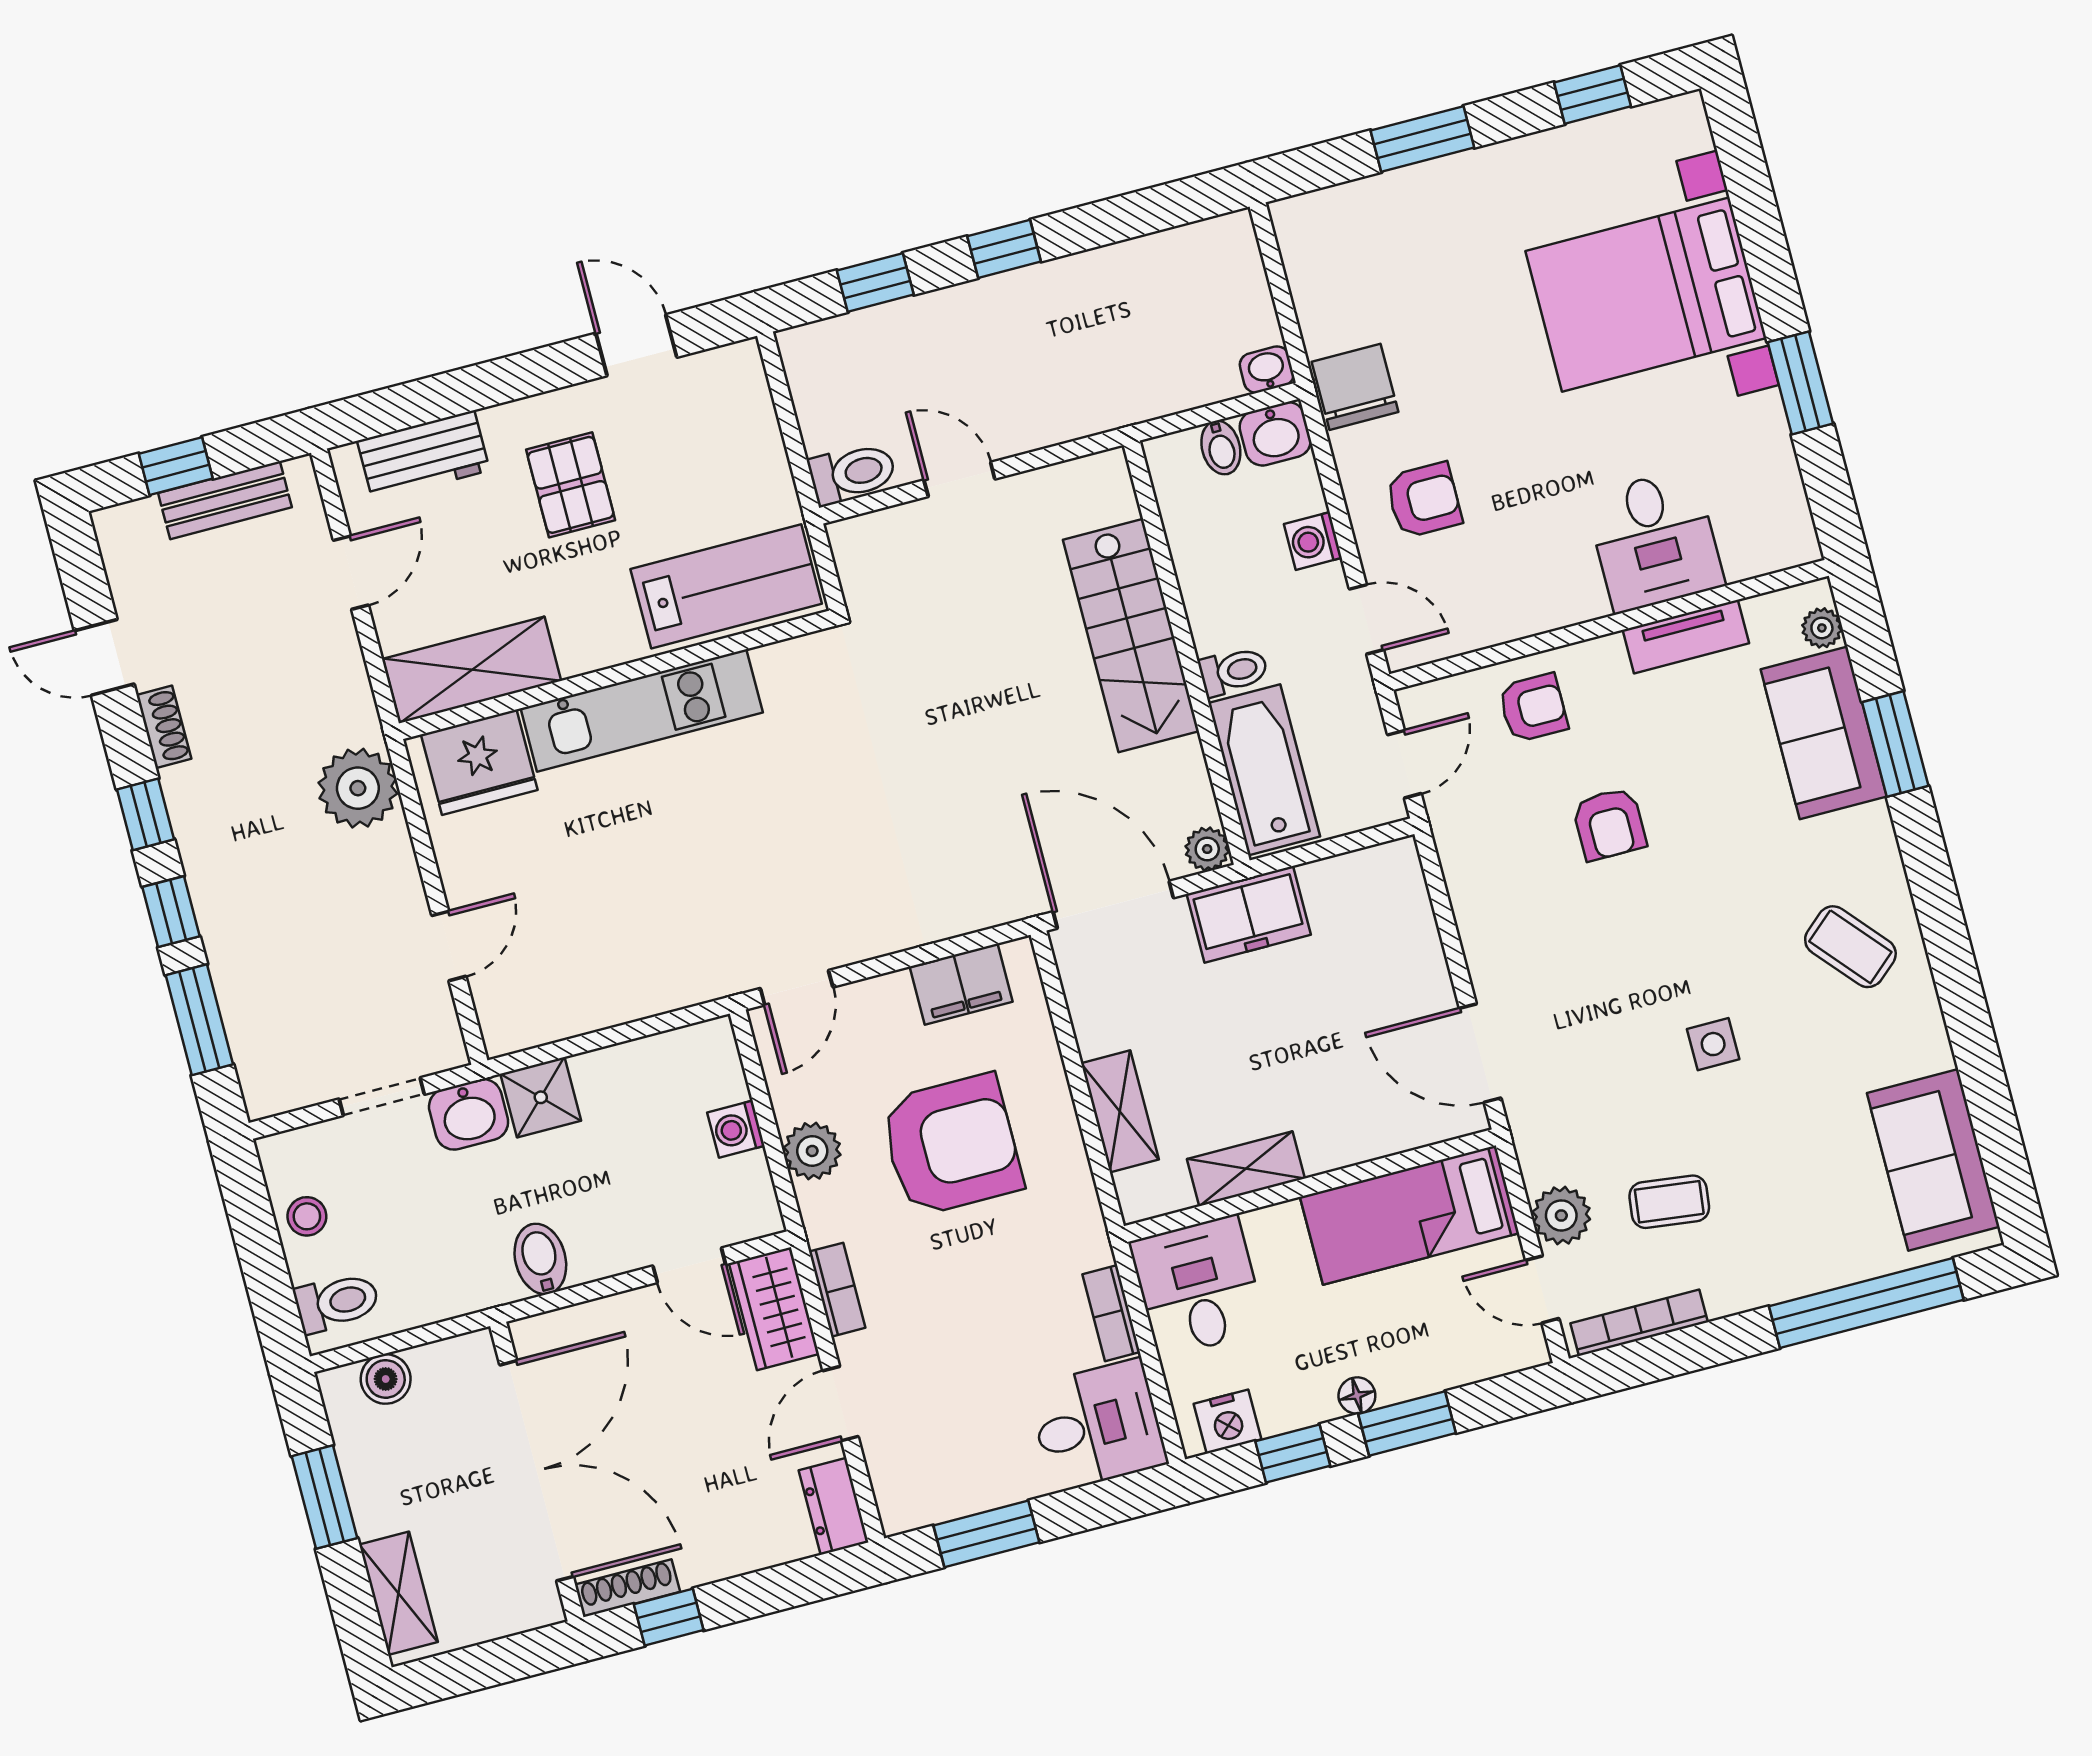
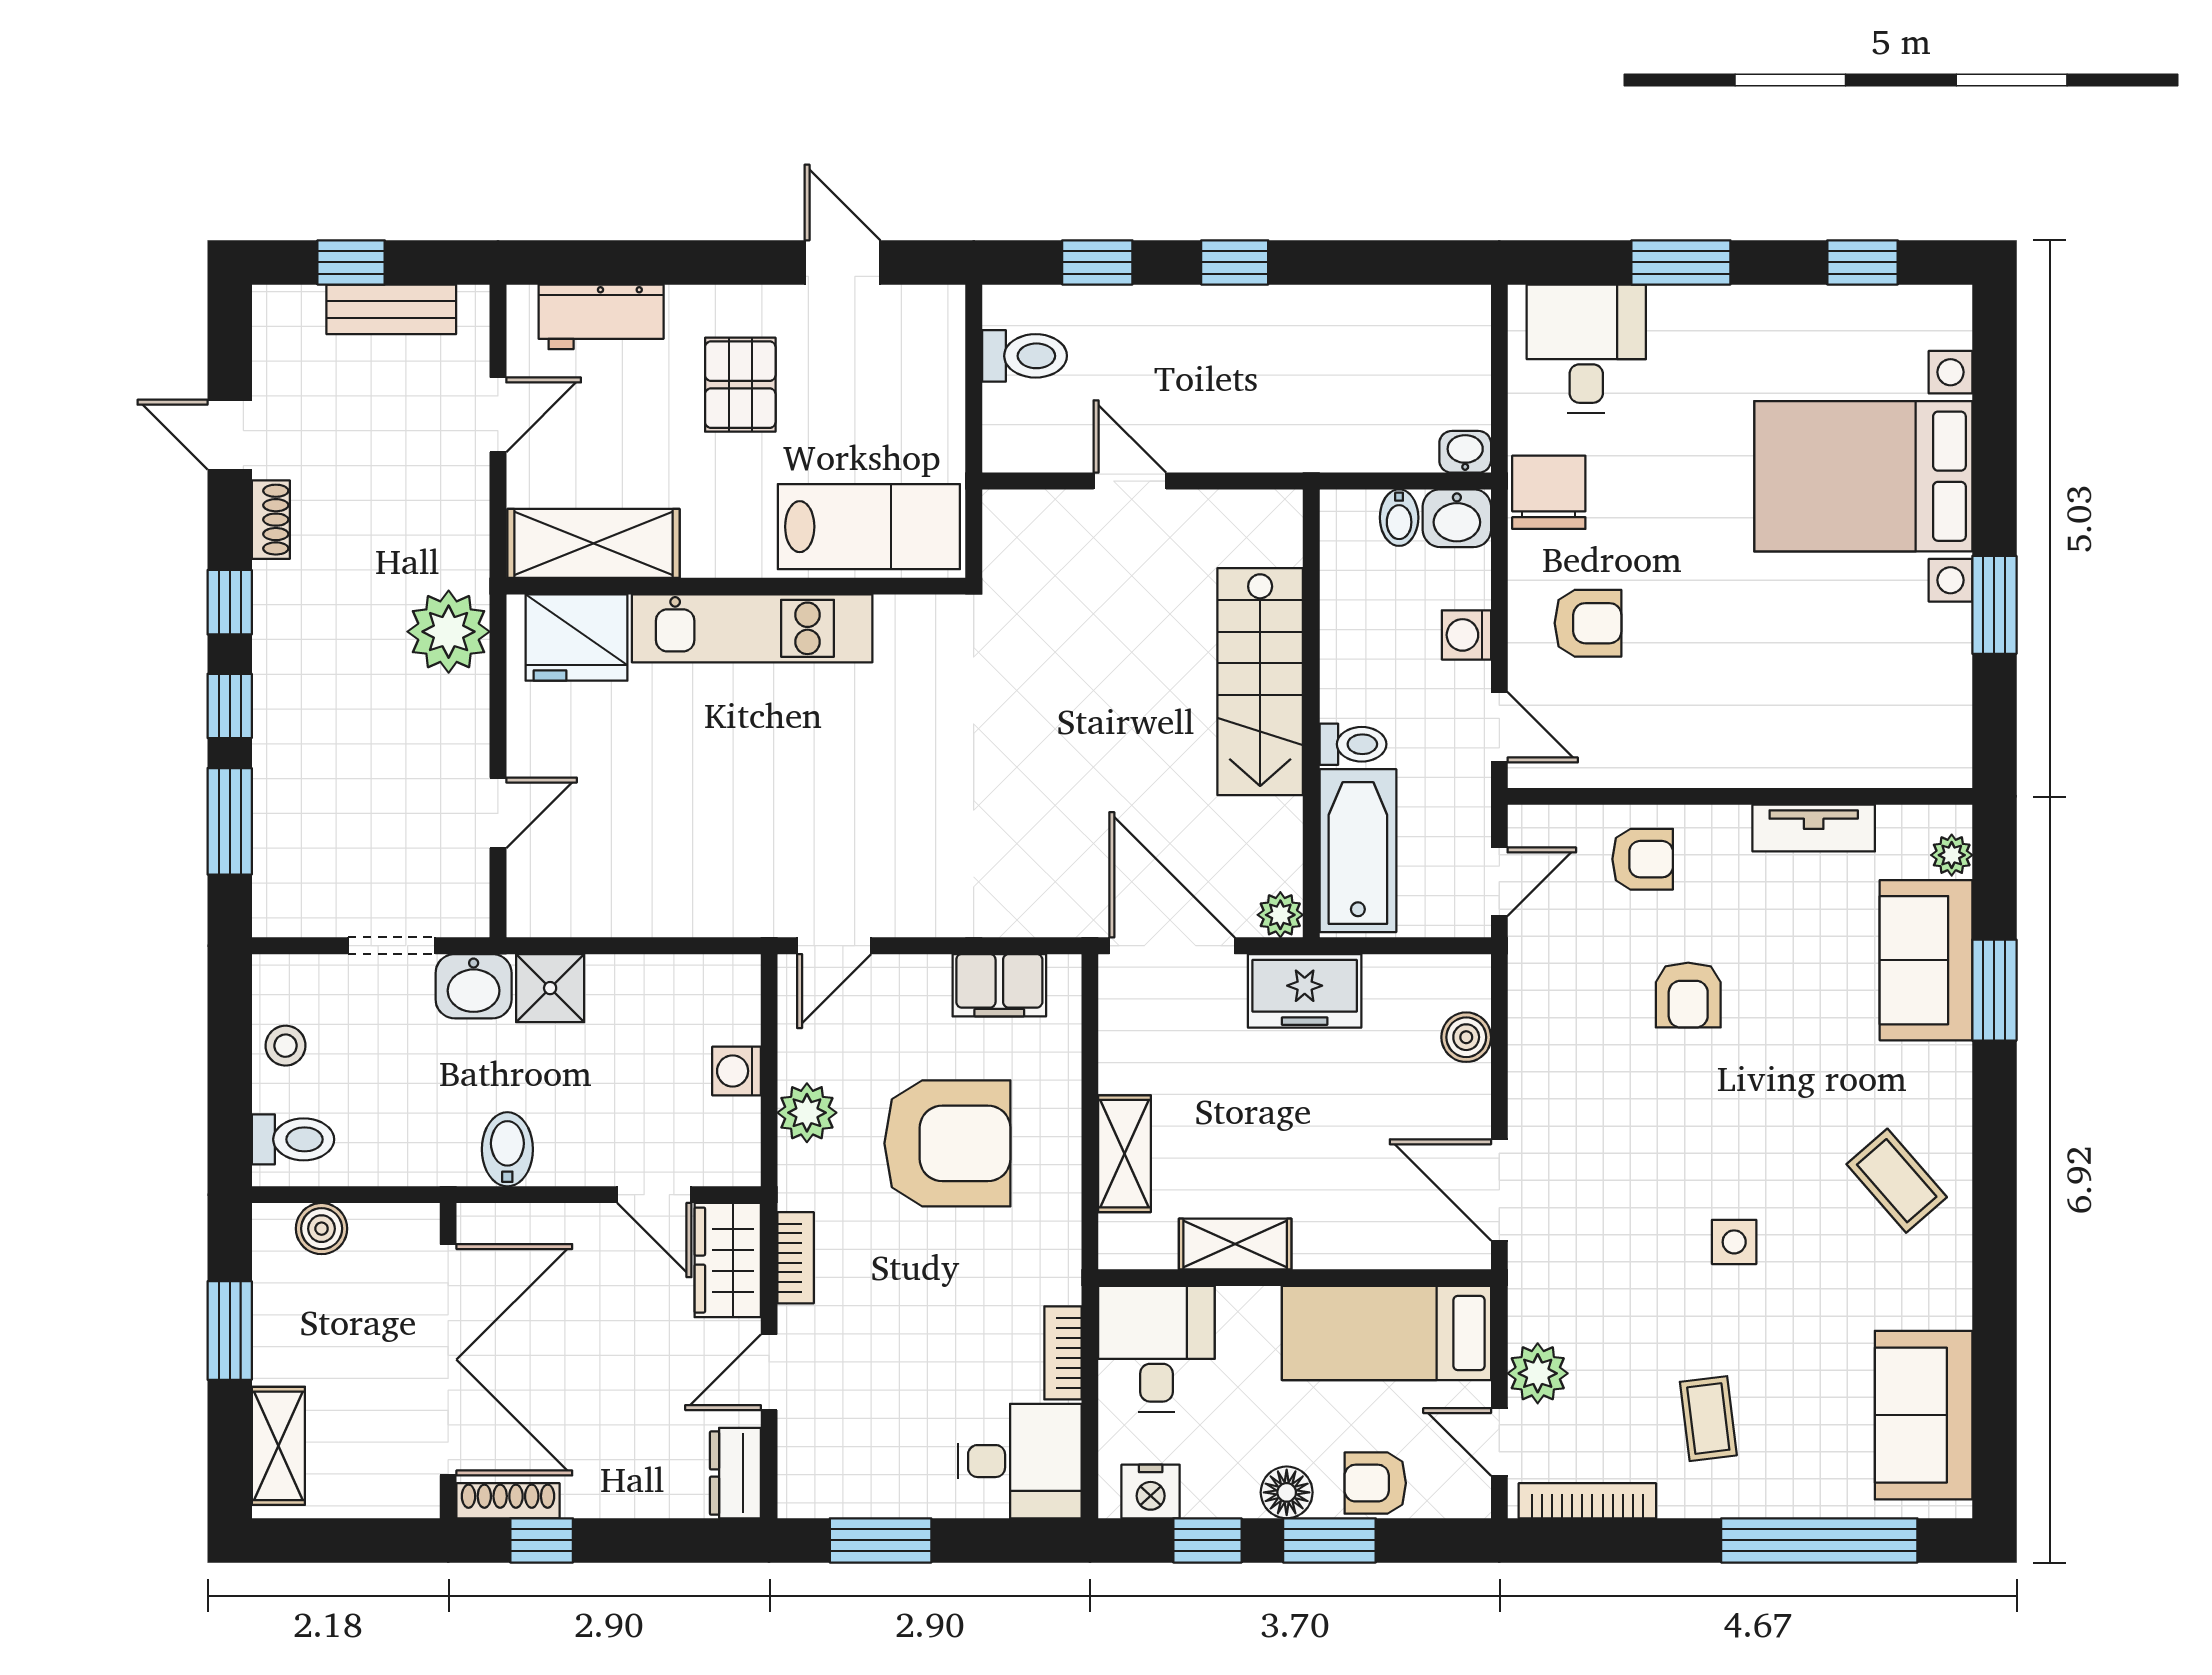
toilet: (852, 473) -> (1025, 356), moved
desk: (1655, 540) -> (1586, 349), moved, turned 180
boiler: (1412, 918) -> (1466, 1037), added
coffee table: (1669, 1202) -> (1708, 1419), moved, turned 76
armchair: (1436, 1358) -> (1375, 1483), added
floor lamp: (1357, 1395) -> (1287, 1492), width x1.37, depth x1.37

